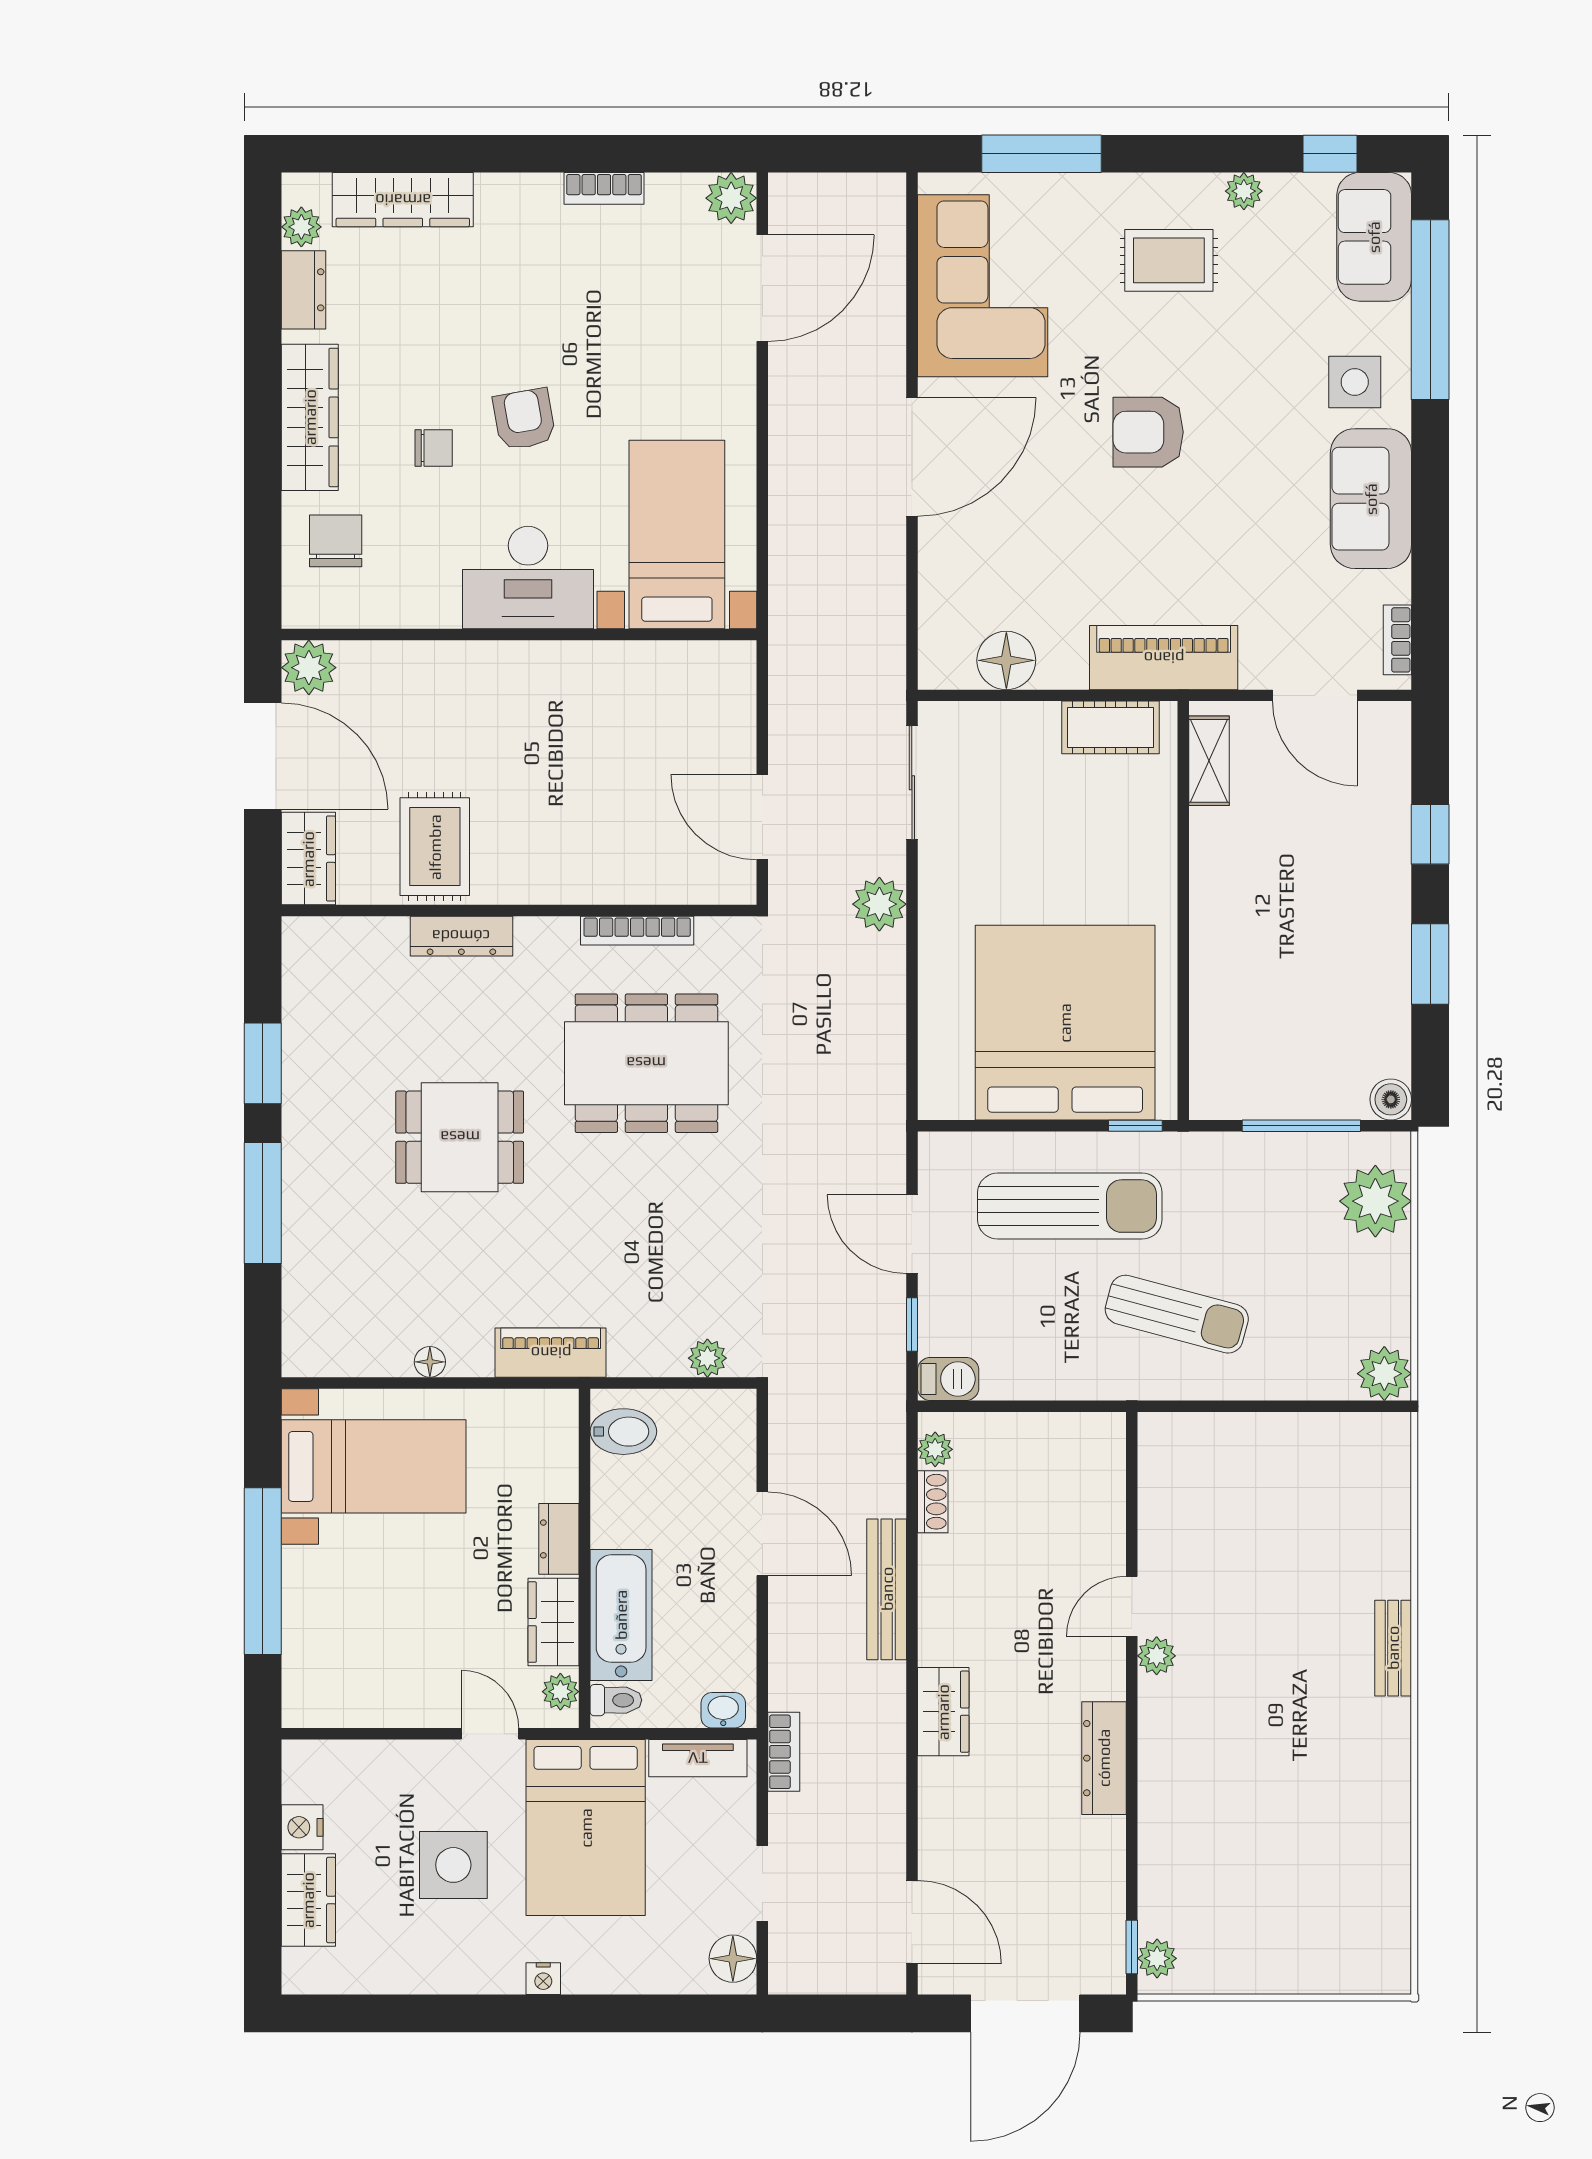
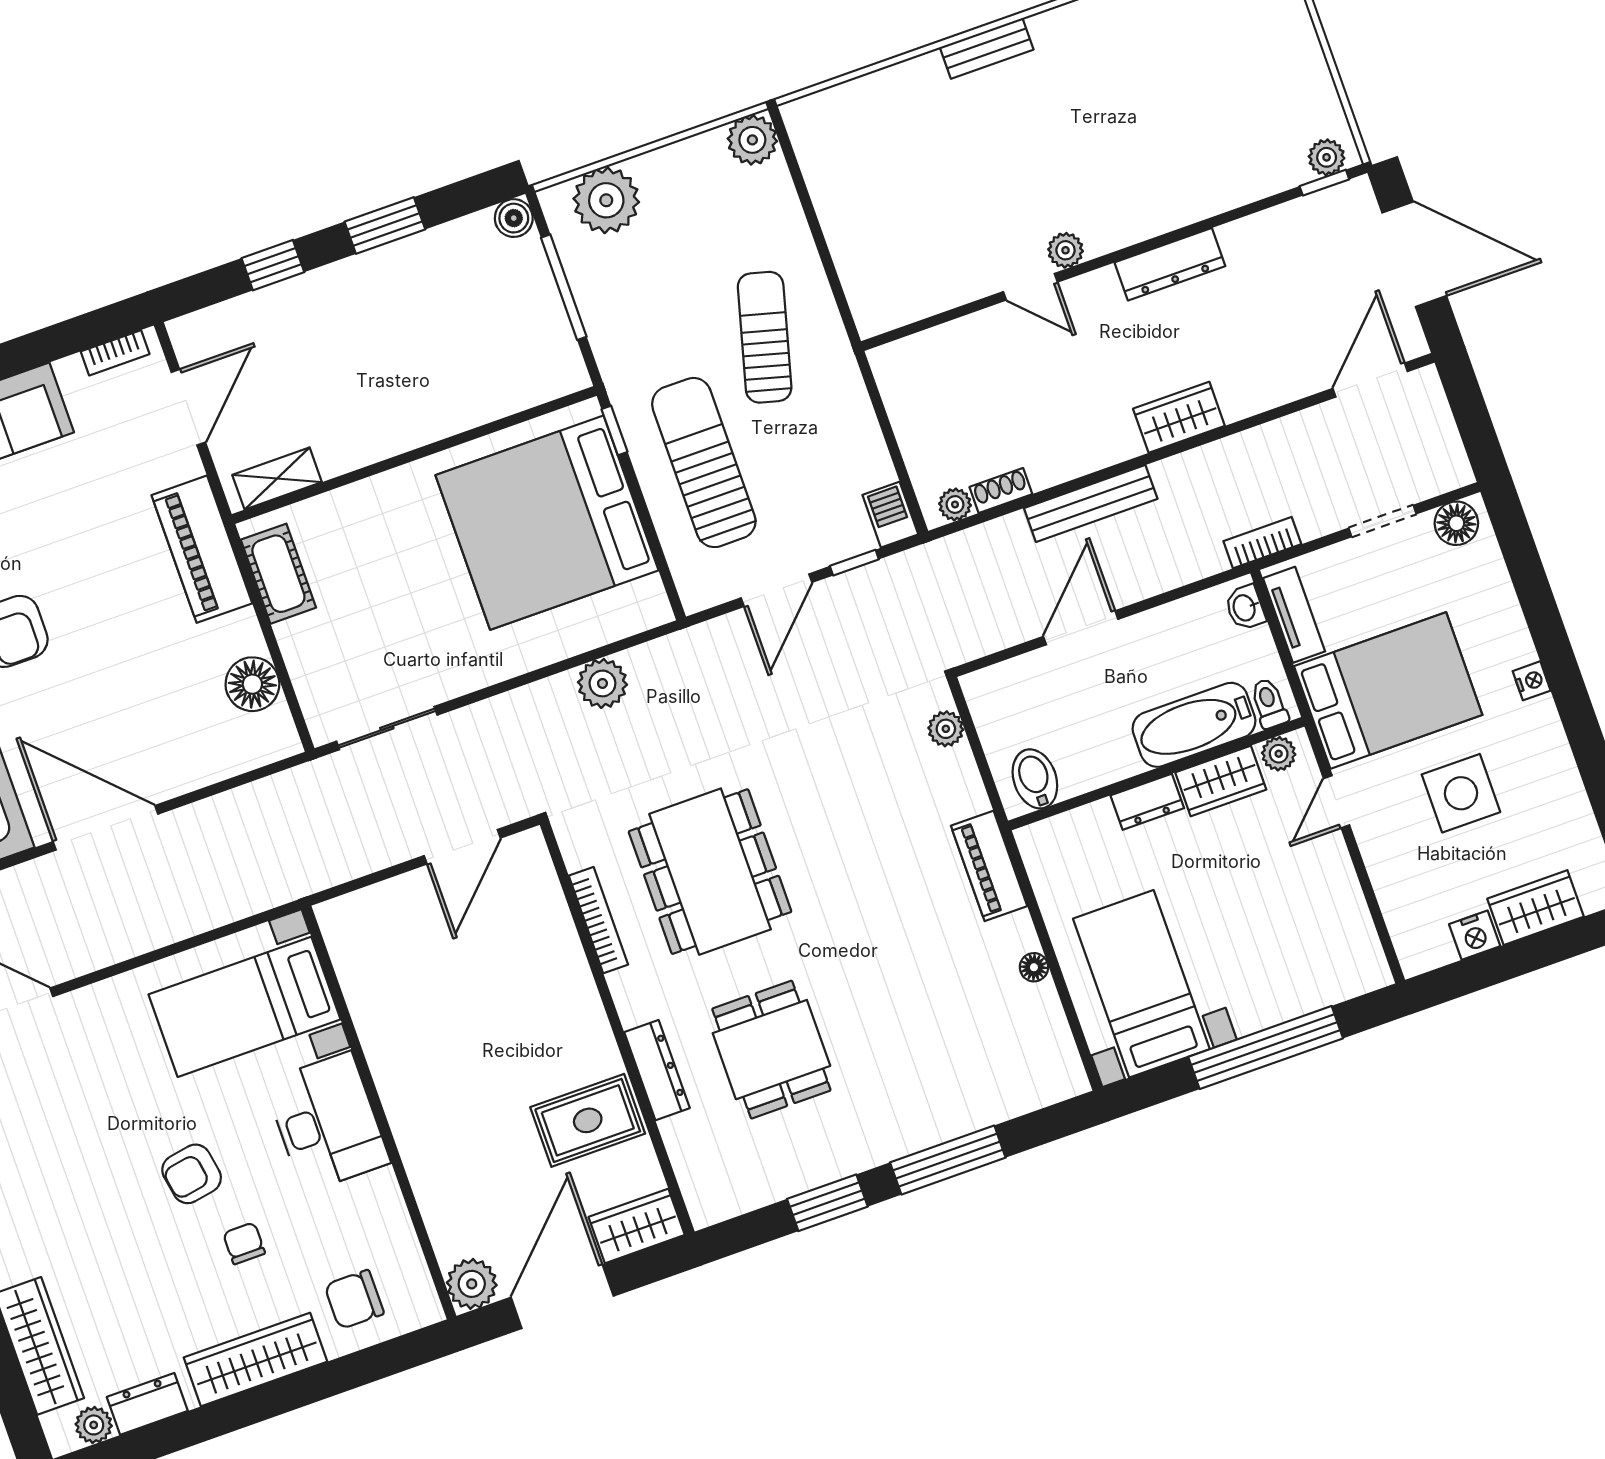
plant: (879, 904) -> (602, 683), moved
dining table: (460, 1137) -> (771, 1050), moved

